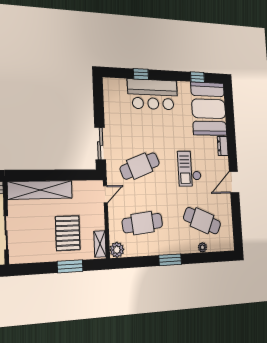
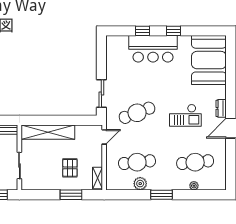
window: (197, 77) -> (173, 31), moved
dresser: (223, 146) -> (221, 108), moved
checkout: (189, 169) -> (185, 115), turned -90
cafe table: (202, 221) -> (195, 162), turned -30
pallet: (68, 233) -> (70, 168), width x0.67, depth x0.71
plant: (117, 250) -> (140, 184), moved

